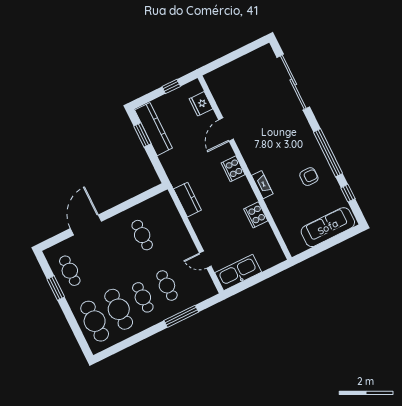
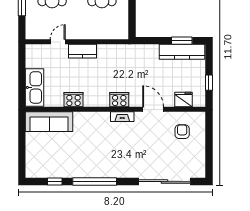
armchair: (309, 177) -> (182, 132), moved, turned 180
fireplace: (262, 185) -> (122, 117), moved
kitchen counter: (187, 200) -> (83, 51), moved
sofa: (328, 227) -> (49, 122), moved, turned 90
kitchen sink: (238, 272) -> (35, 87), moved

